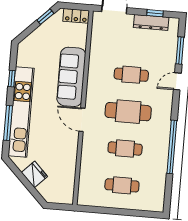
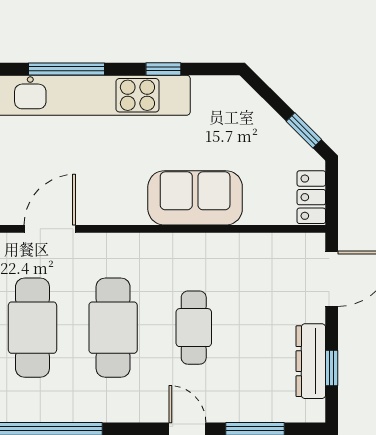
sofa: (71, 77) -> (195, 198), width x0.73
door: (82, 120) -> (50, 229), moved
cafe table: (125, 148) -> (32, 328), width x1.37, depth x1.35

